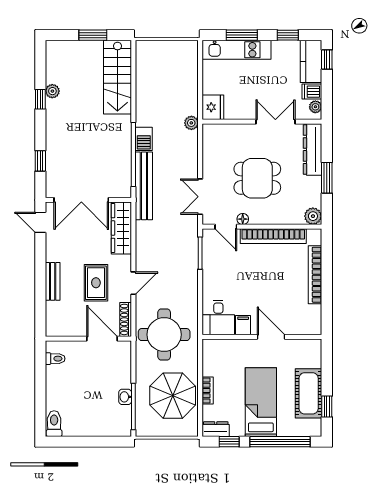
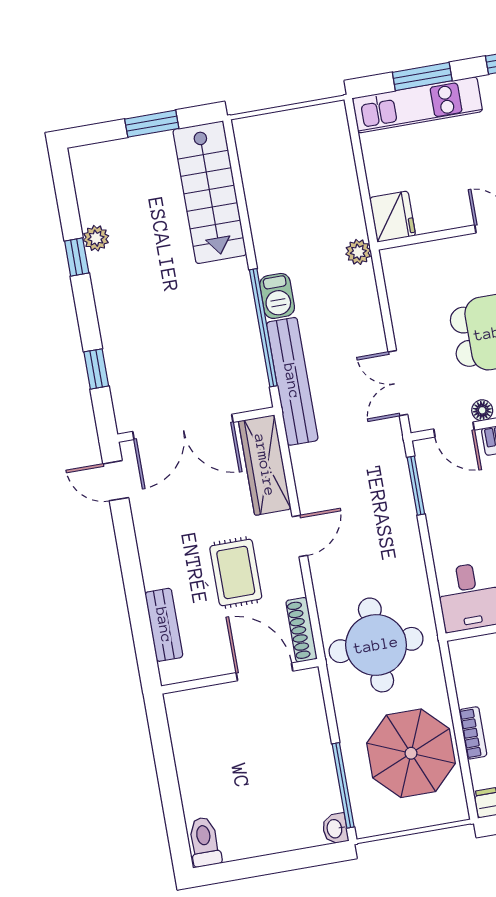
bench: (53, 281) -> (164, 625), moved
door: (133, 283) -> (300, 536), moved
toilet: (55, 359) -> (186, 723), removed
washbasin: (125, 397) -> (335, 829), moved

